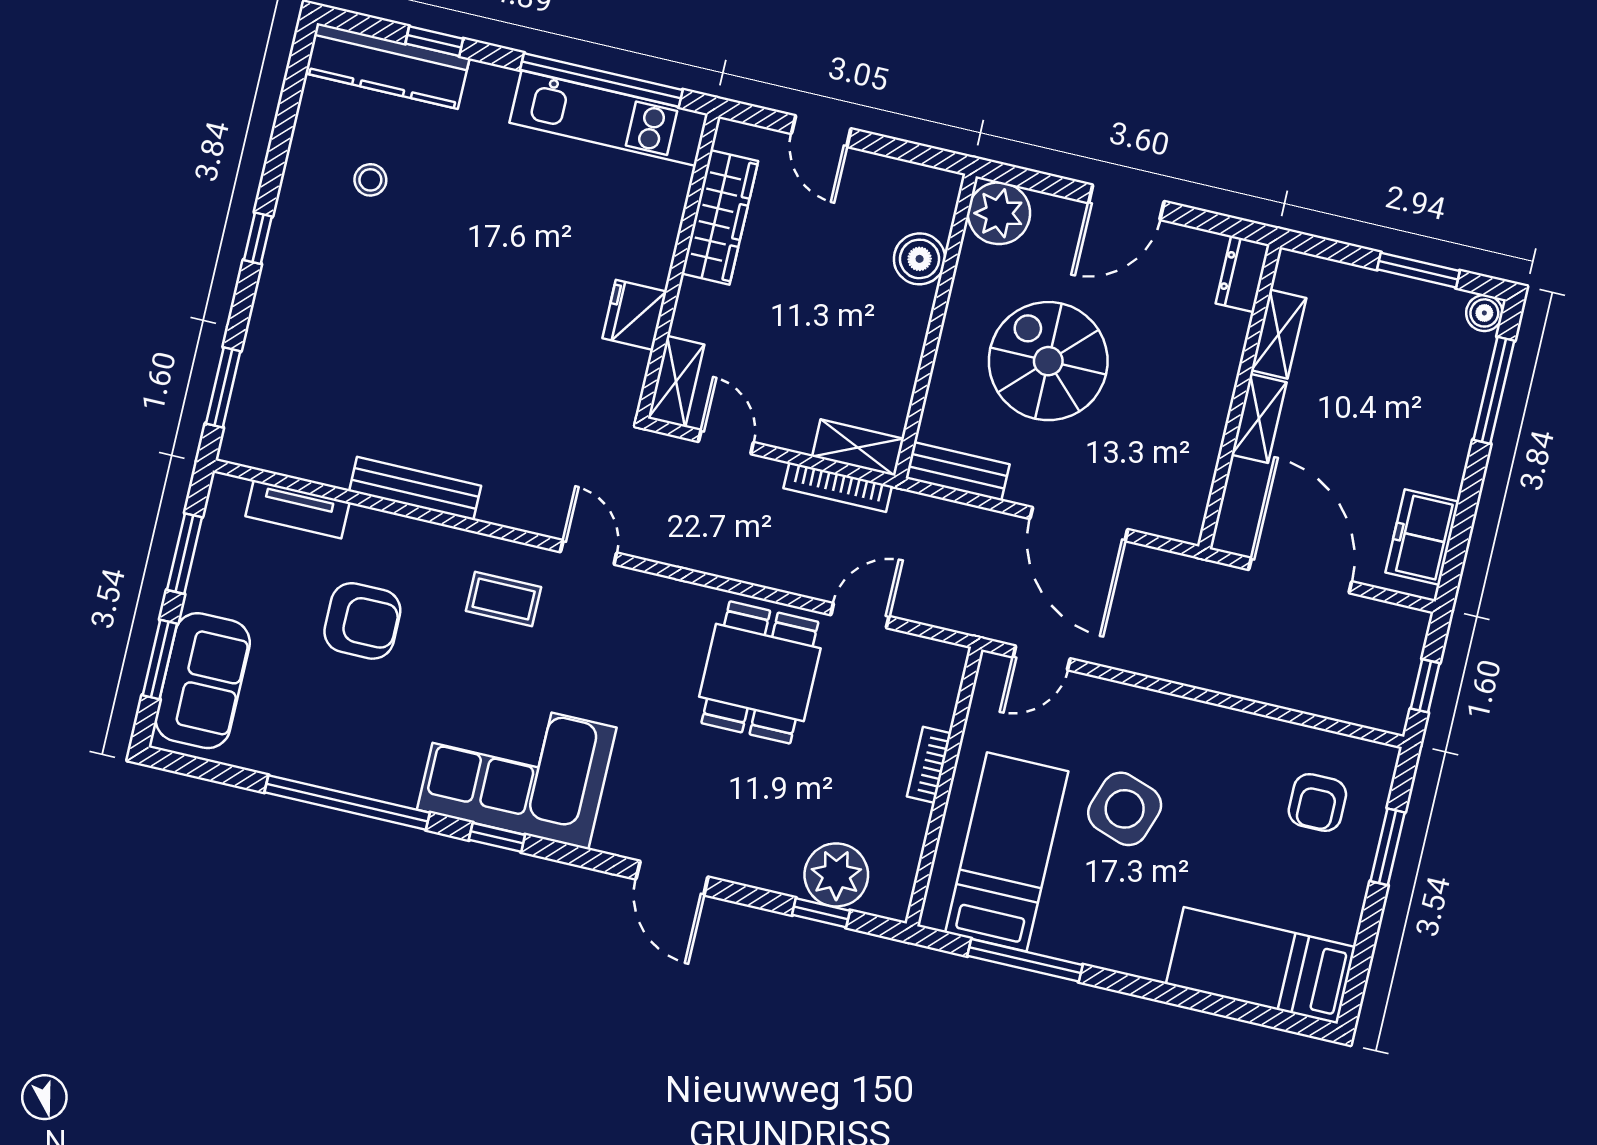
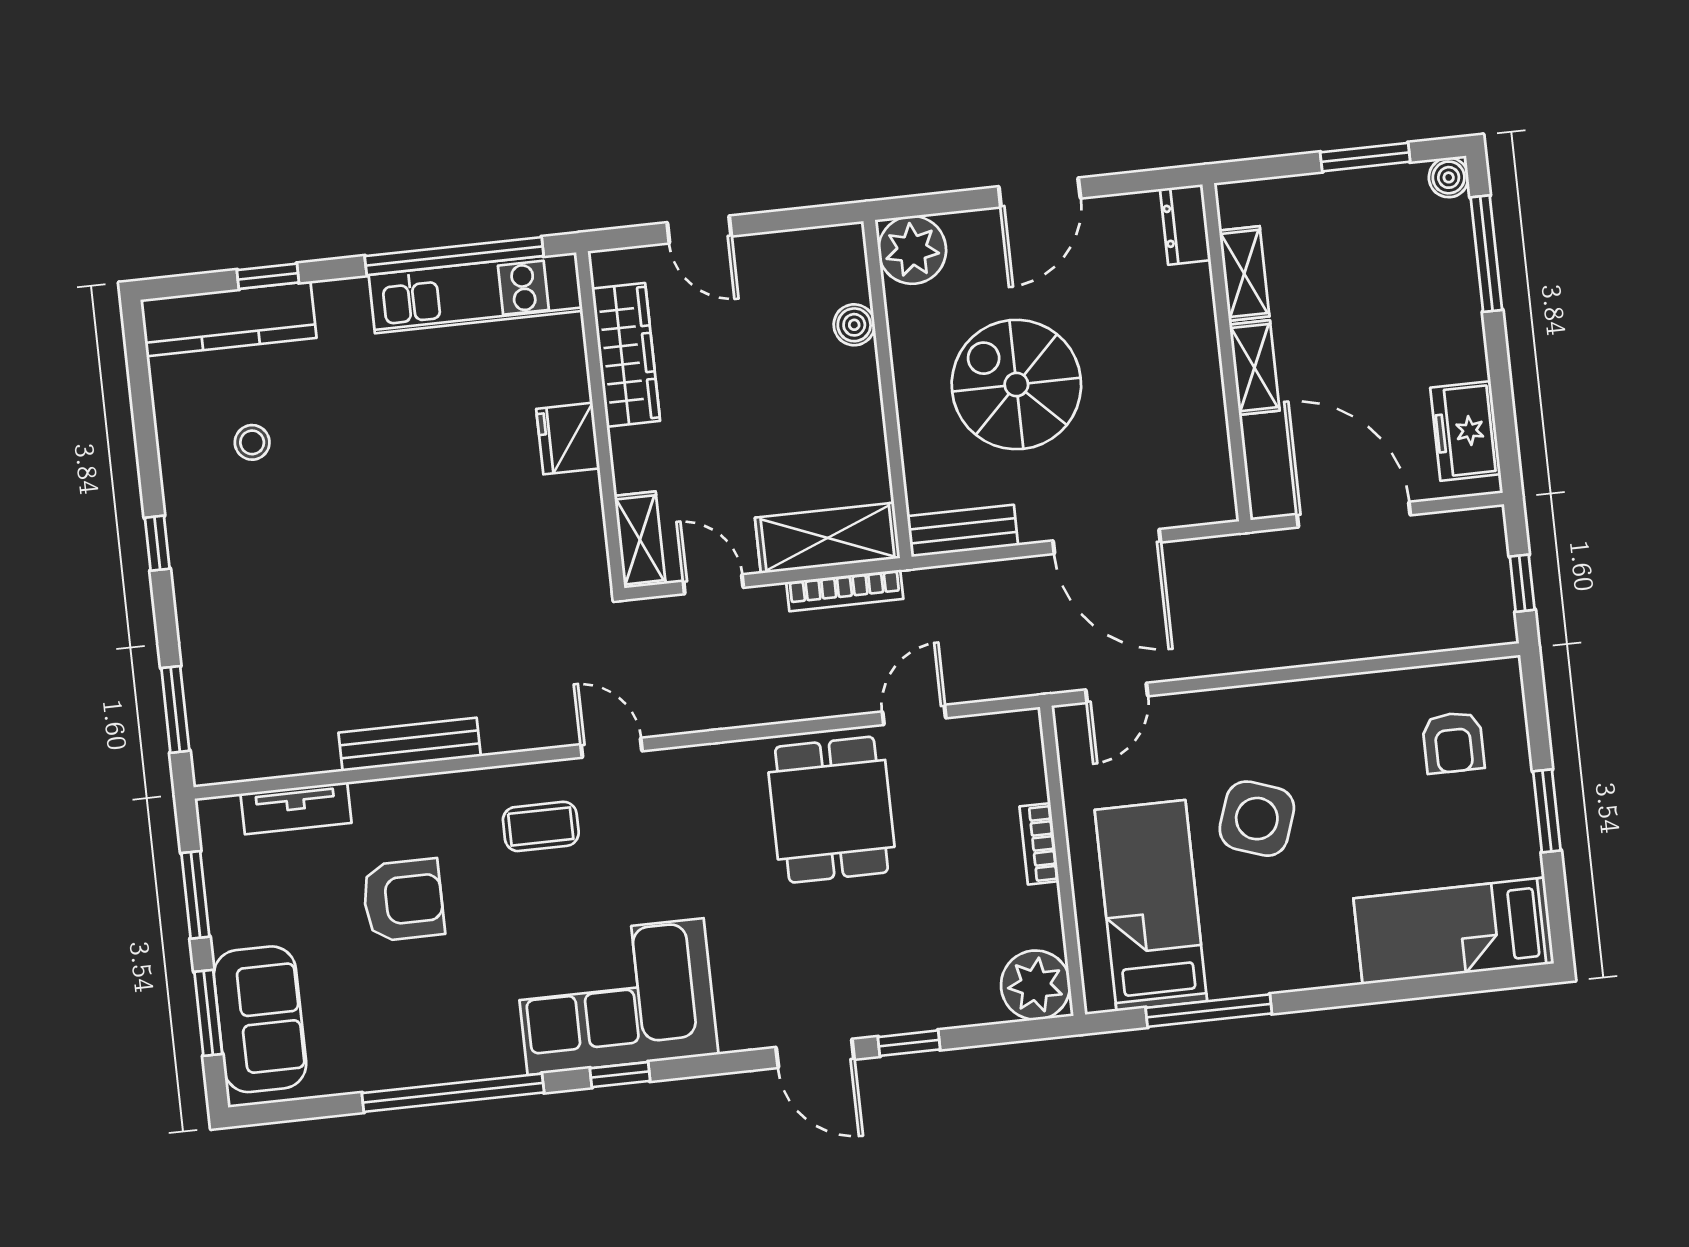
boiler: (920, 259) -> (854, 325), width x0.73, depth x0.73
fridge: (634, 315) -> (568, 439), moved
shelving: (858, 448) -> (828, 538), width x1.50, depth x1.33
window: (1388, 847) -> (1547, 811), moved
plant: (836, 875) -> (1036, 985), moved
window: (821, 913) -> (909, 1043), moved

